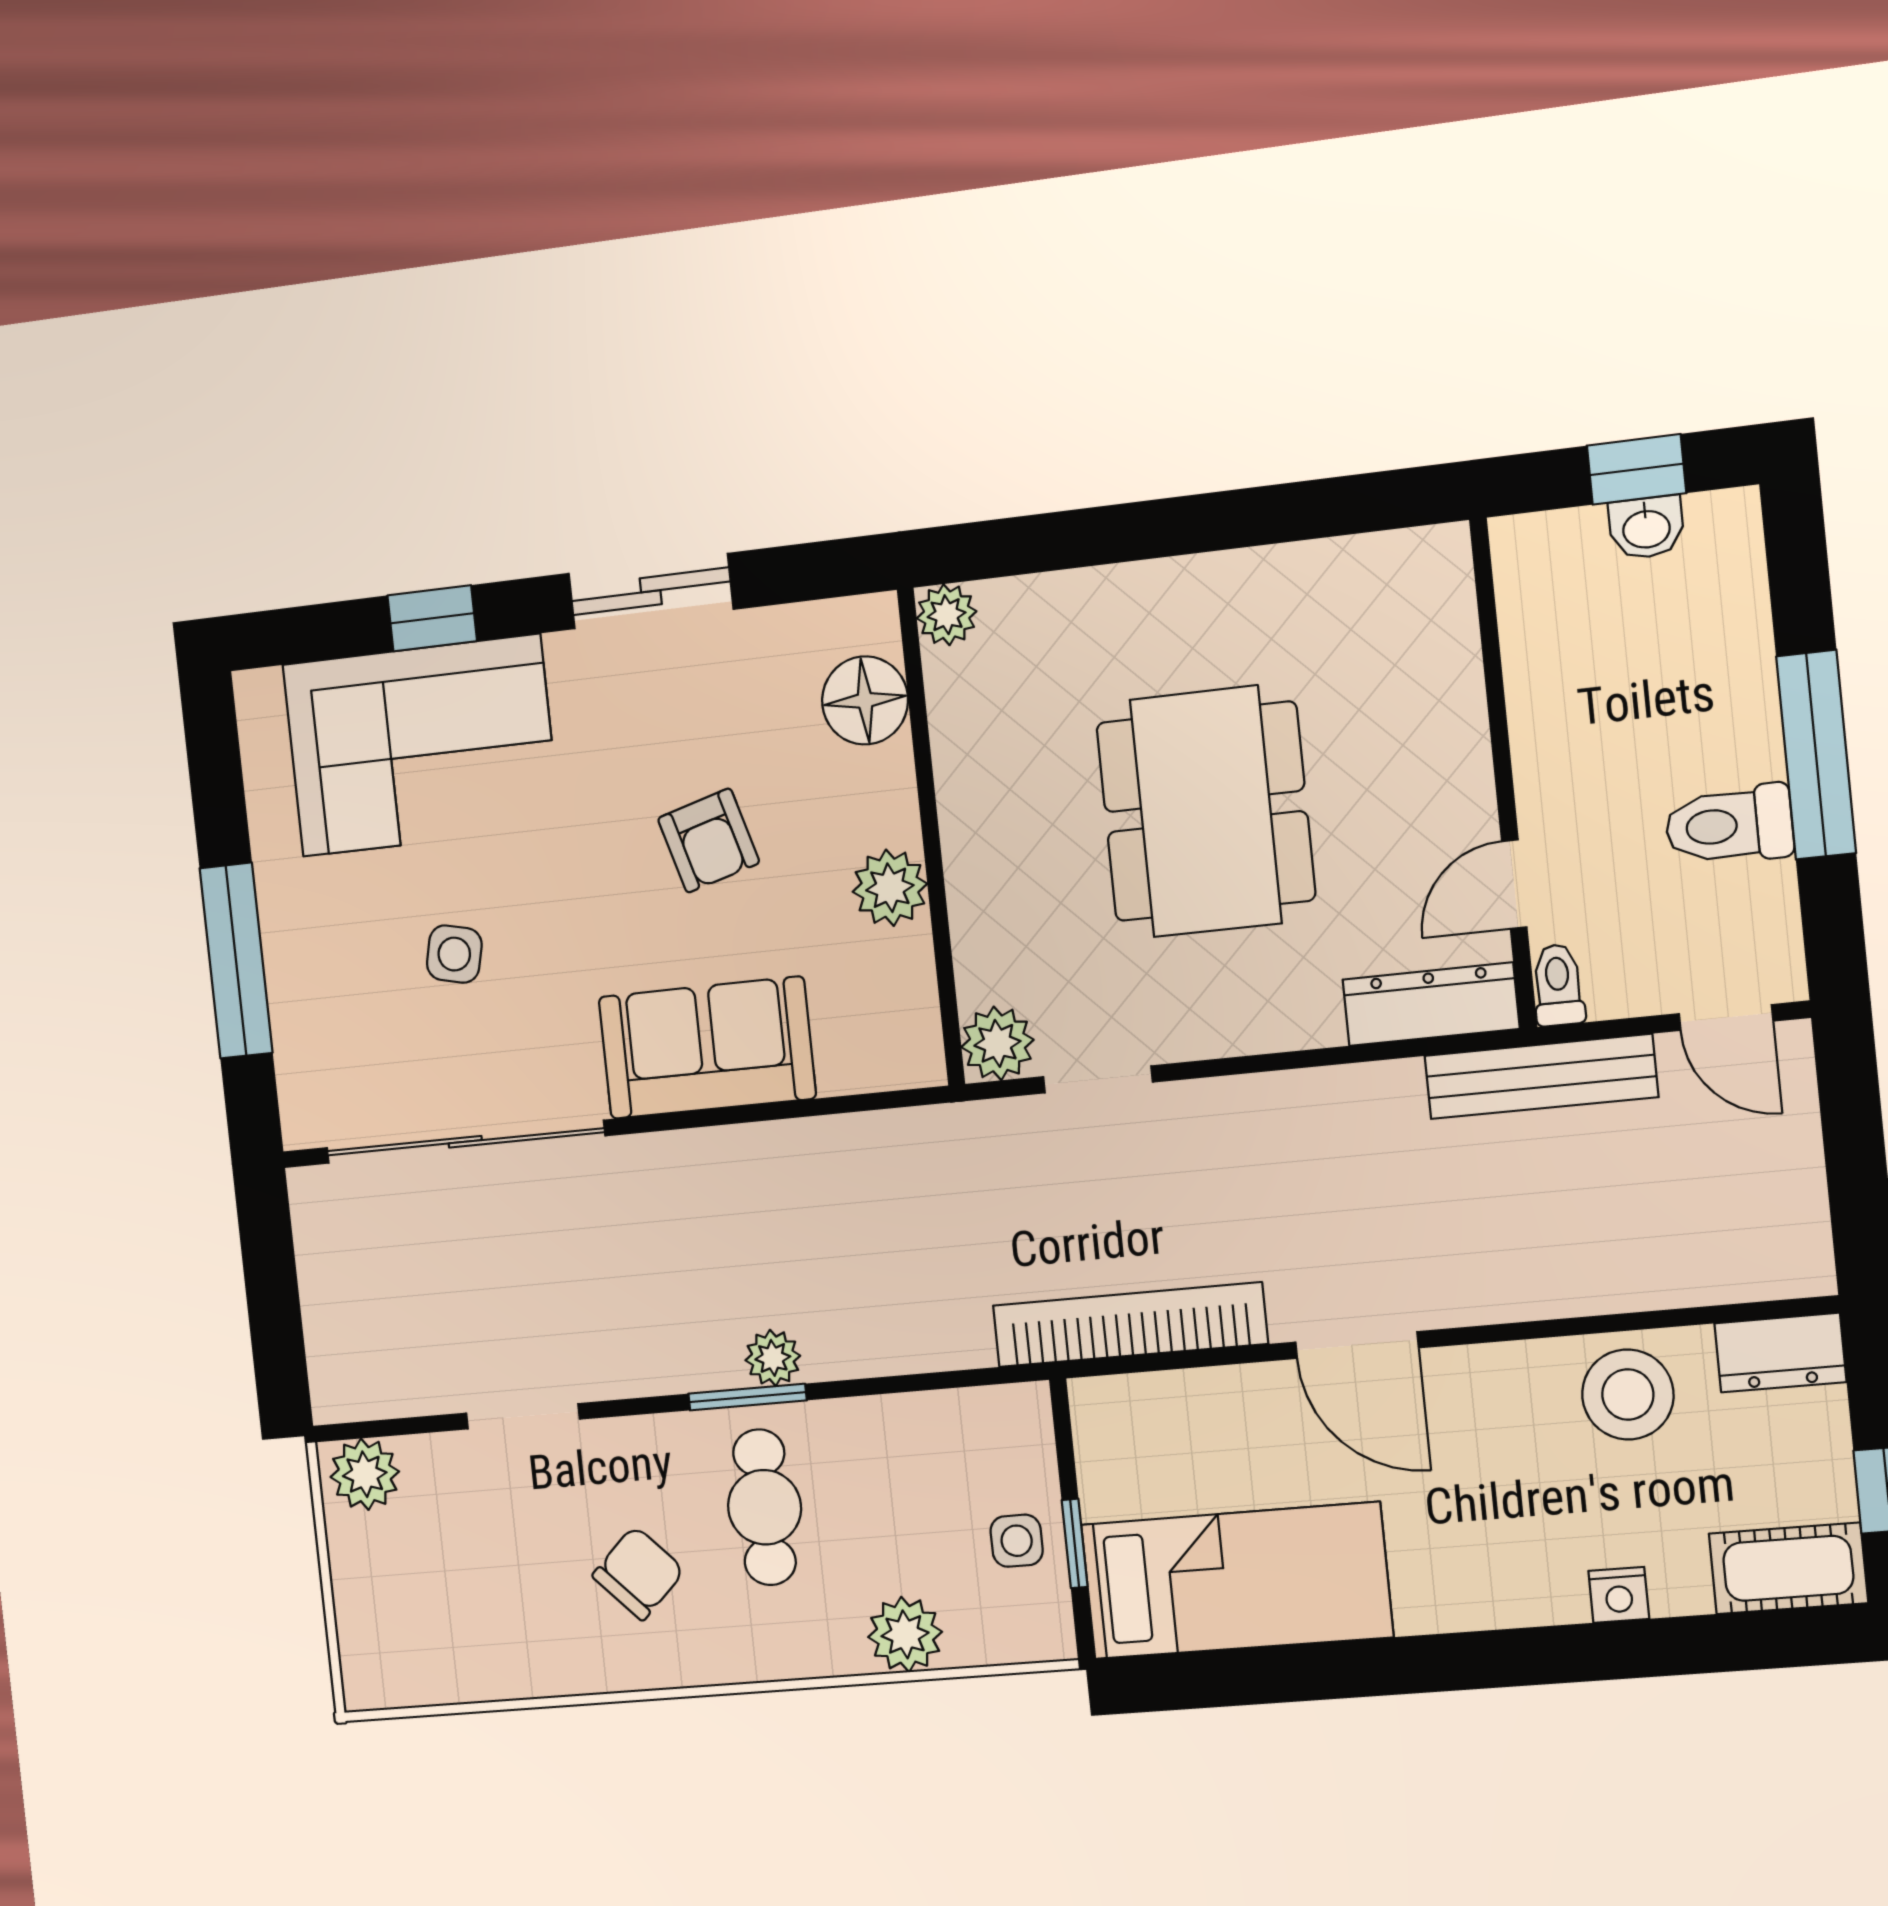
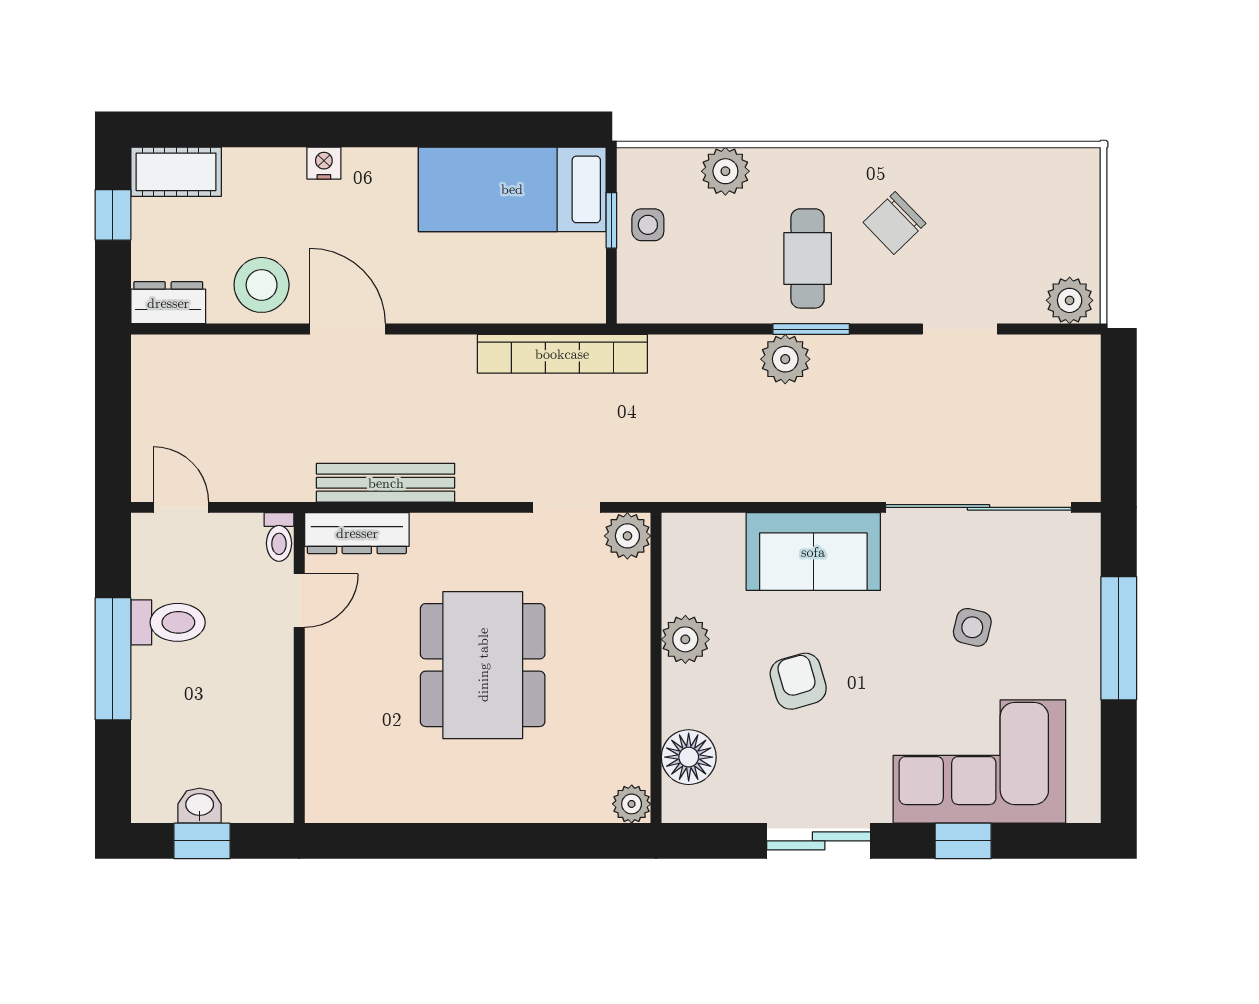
bench: (1541, 1076) -> (386, 483), moved
door: (1357, 1345) -> (348, 329), moved
plant: (773, 1358) -> (785, 359), width x1.38, depth x1.38
nightstand: (1619, 1595) -> (324, 163), moved

